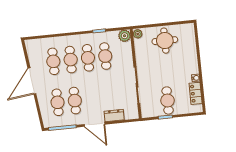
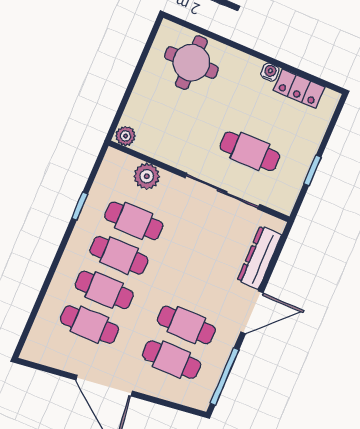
plant: (125, 36) -> (147, 176), moved
round table: (165, 41) -> (191, 63), moved
cafe table: (168, 100) -> (250, 151), moved
dresser: (114, 116) -> (259, 258), width x1.44

